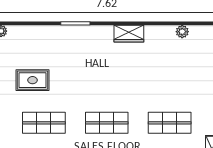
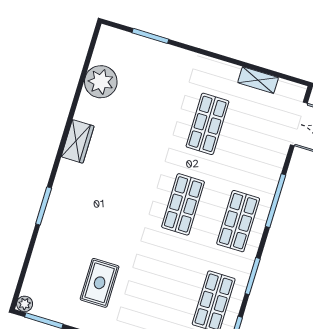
plant: (182, 32) -> (101, 82), width x1.88, depth x1.88
shop shelf: (44, 123) -> (159, 285), removed

